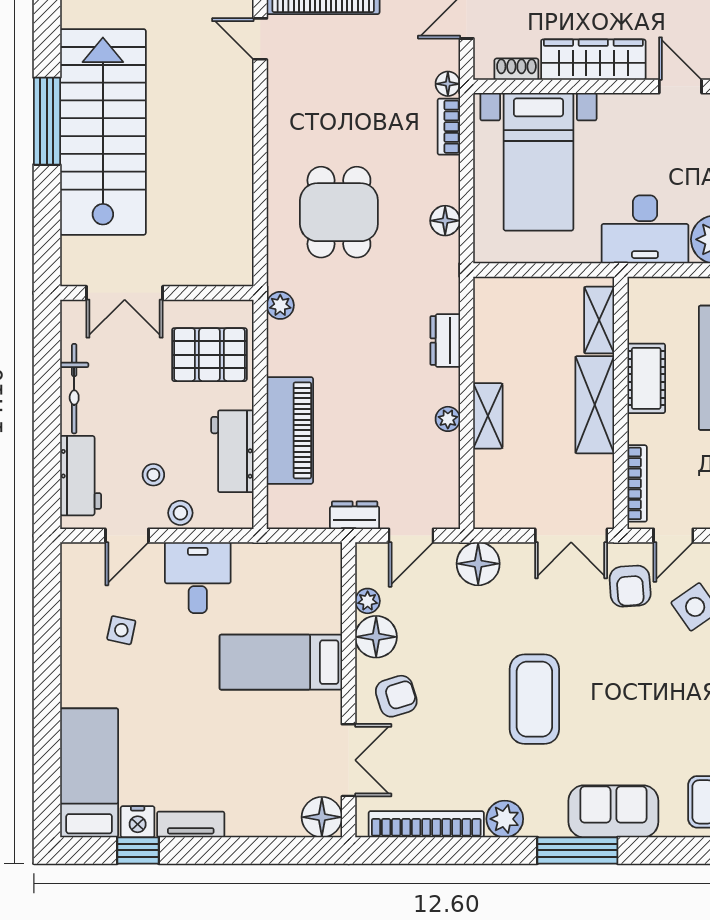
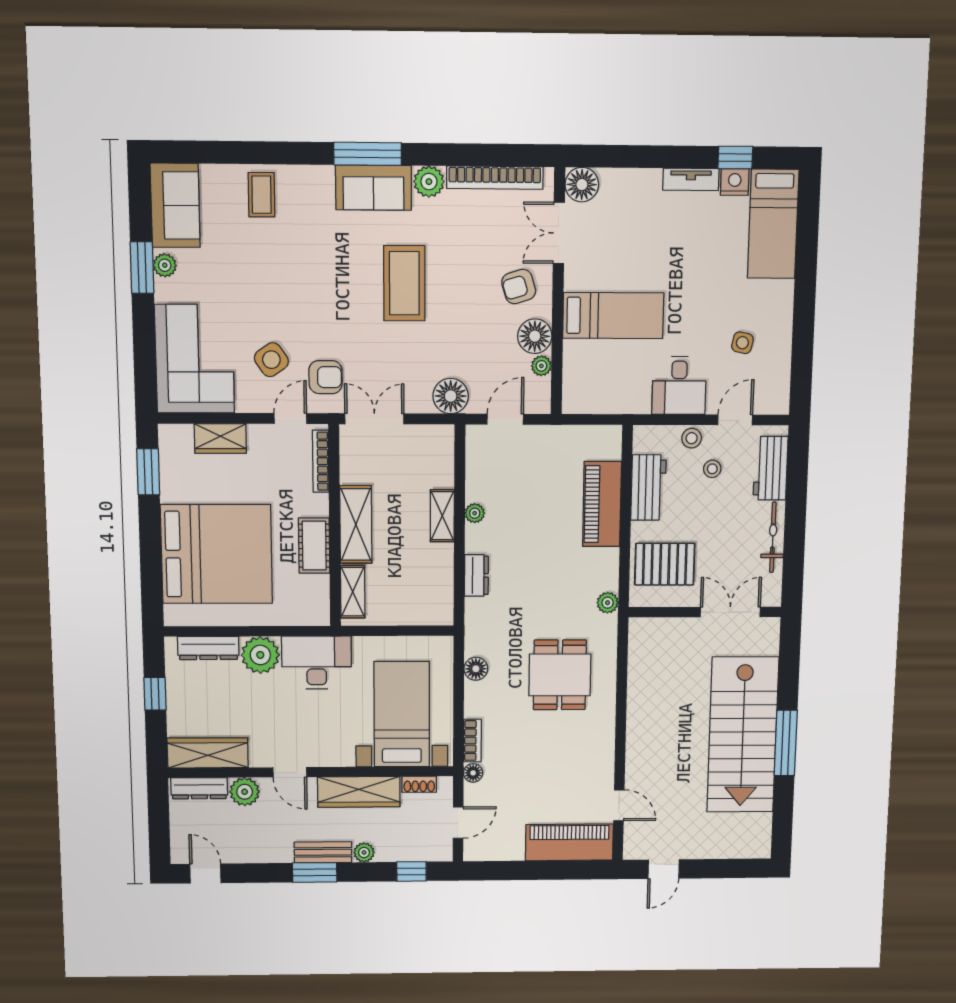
dresser: (355, 515) -> (551, 436), removed
armchair: (630, 586) -> (325, 377), turned 94
sofa: (613, 811) -> (374, 188), moved

